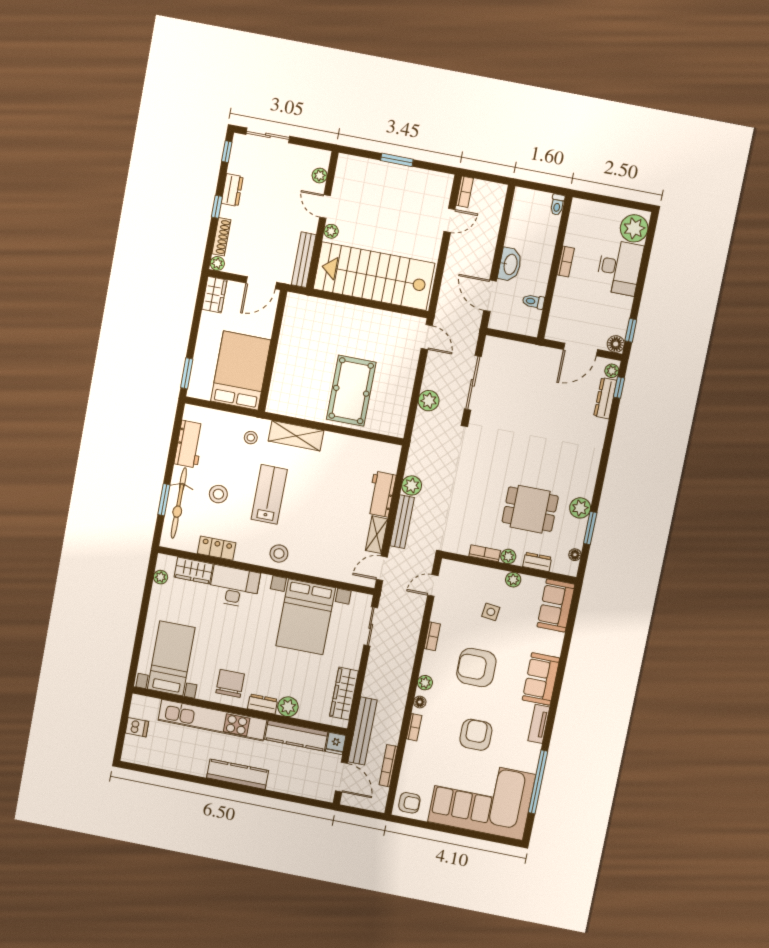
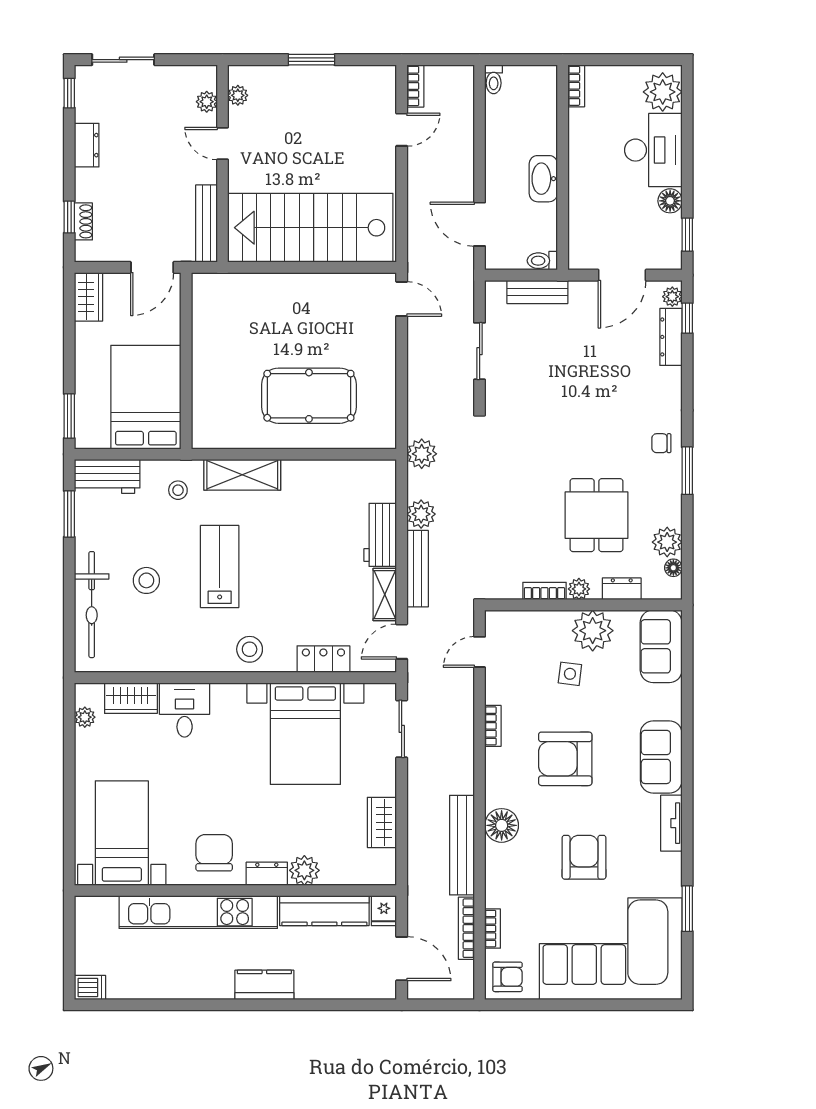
toilet: (557, 205) -> (494, 79), moved
window: (217, 207) -> (69, 217), moved
plant: (331, 231) -> (238, 95), moved
shoe rack: (221, 237) -> (83, 221), width x0.70
bookcase: (566, 262) -> (576, 86), moved
plant: (217, 263) -> (85, 252), removed
washbasin: (510, 264) -> (543, 179), moved, turned 180
toilet: (533, 302) -> (542, 261), moved
floor lamp: (616, 344) -> (670, 201), moved
bench: (520, 350) -> (537, 292), added
sliding door: (473, 383) -> (480, 351), width x0.73
pool table: (351, 391) -> (309, 396), turned 90
plant: (429, 401) -> (422, 454), moved
workbench: (189, 444) -> (107, 476), moved, turned 90
chair: (584, 469) -> (661, 443), added
window: (164, 500) -> (69, 514), moved
plant: (580, 508) -> (667, 542), moved
dining table: (530, 509) -> (597, 515), turned 90
window: (590, 528) -> (687, 471), moved
locker: (217, 548) -> (323, 659), moved
plant: (513, 580) -> (593, 631), width x1.88, depth x1.88
desk: (234, 587) -> (185, 710), width x0.73
plant: (425, 683) -> (496, 796), removed
wardrobe: (344, 694) -> (382, 822), width x0.67
floor lamp: (420, 702) -> (502, 825), width x1.89, depth x1.89
dishwasher: (137, 727) -> (90, 987), moved
bookcase: (414, 727) -> (493, 929), moved
bench: (363, 731) -> (462, 845), moved
kitchen counter: (238, 774) -> (264, 985), width x0.67
window: (538, 782) -> (687, 909), width x0.47

